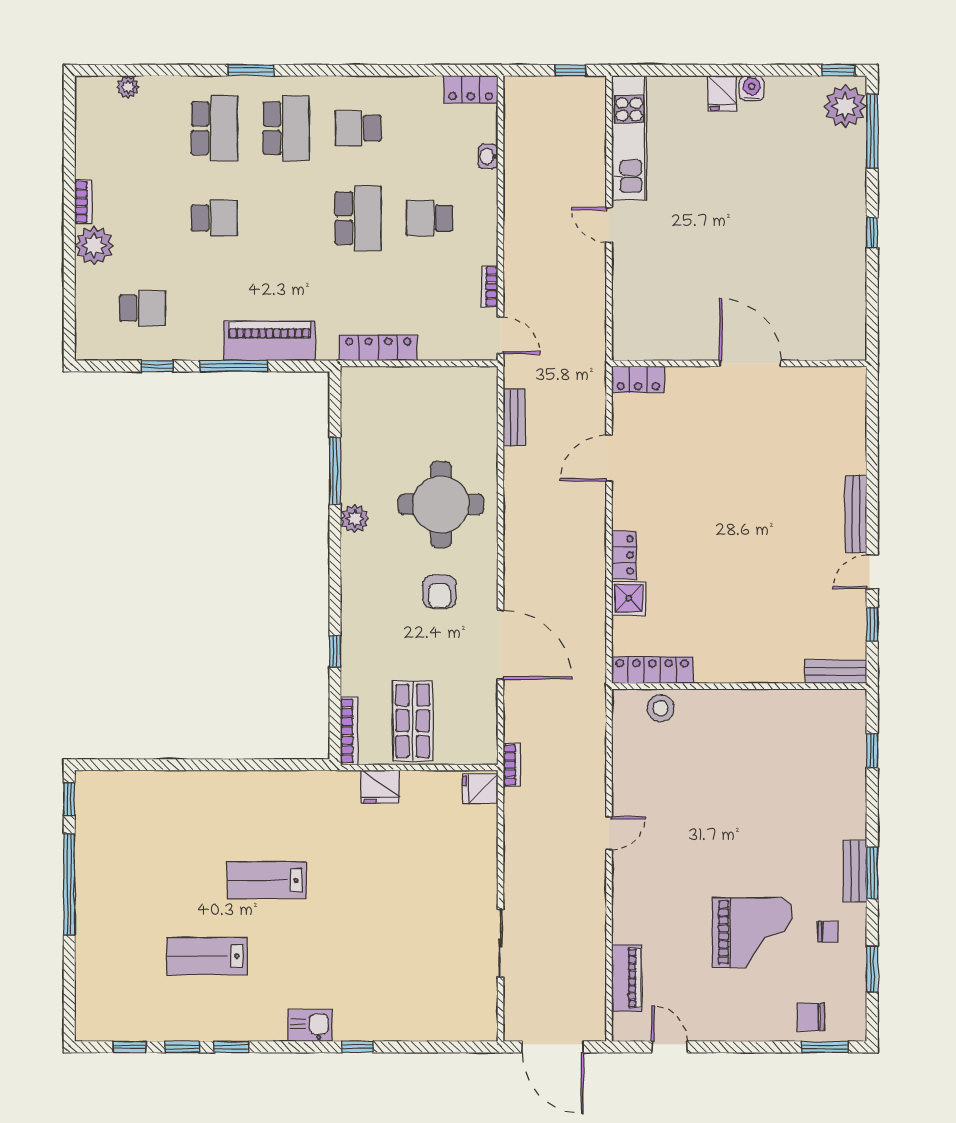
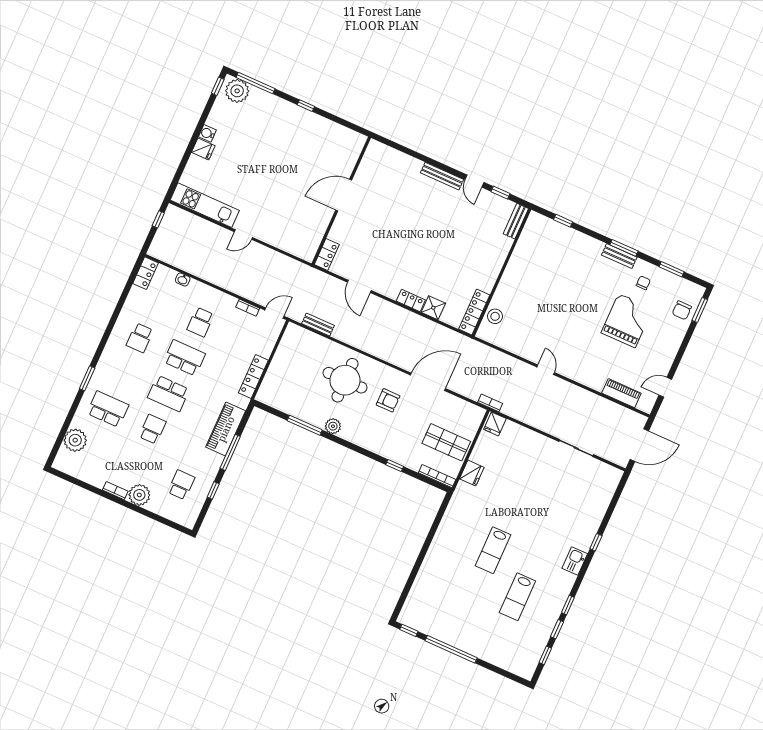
plant: (128, 87) -> (75, 440), width x1.88, depth x1.88
school desk: (286, 128) -> (168, 393), moved, turned 180

